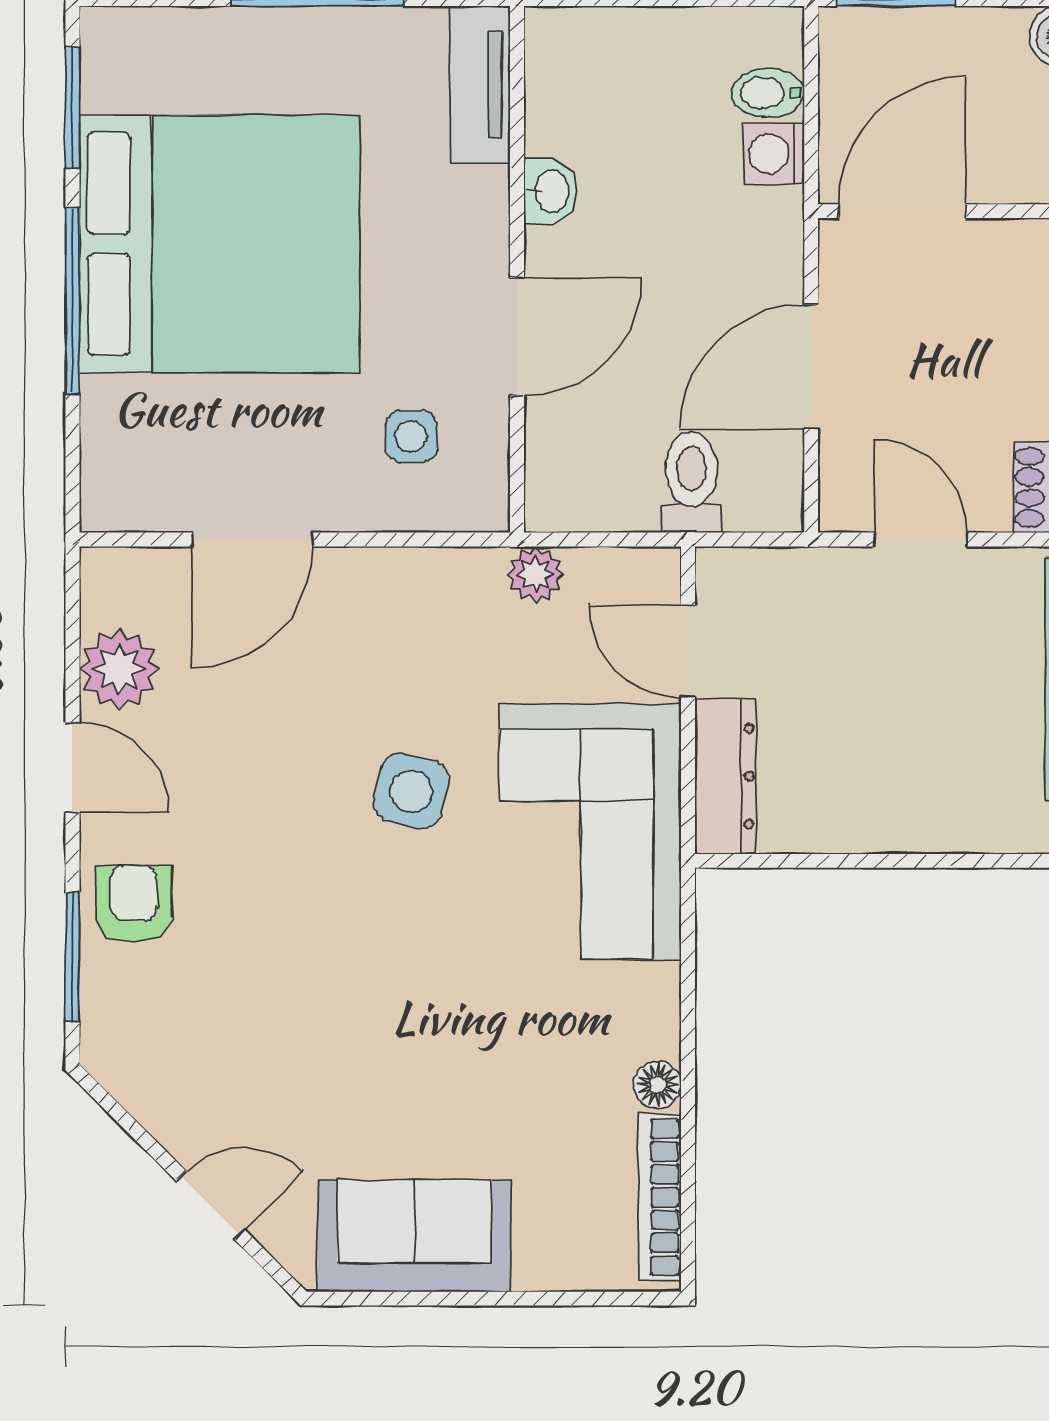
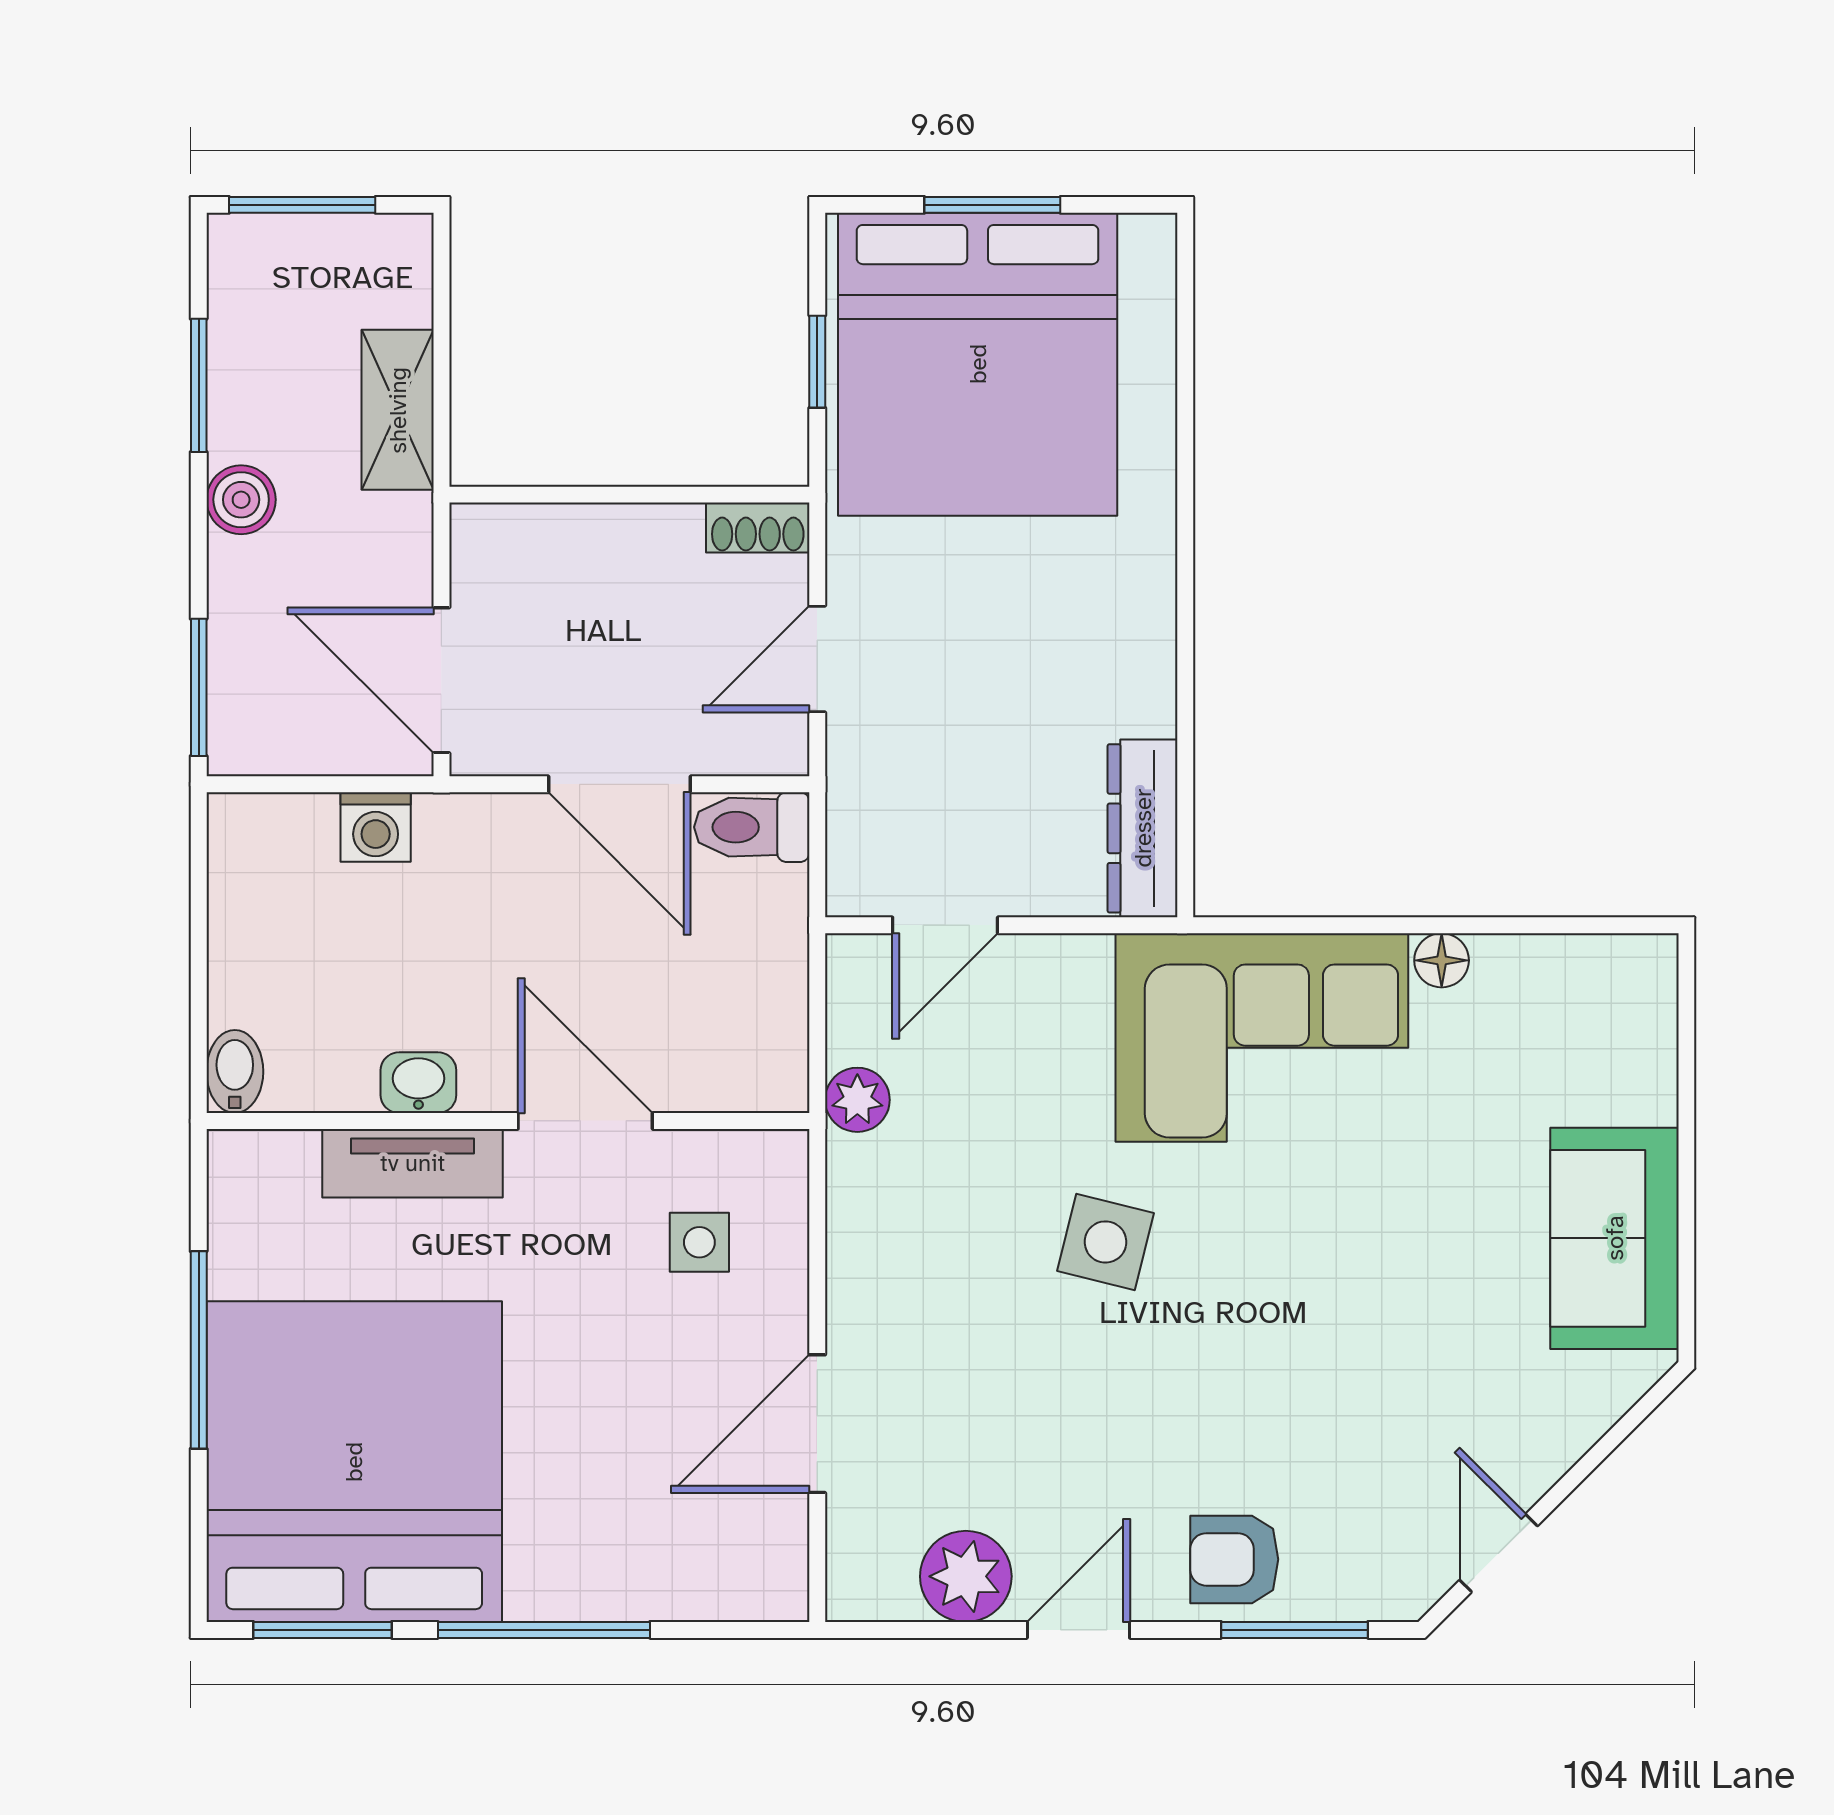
tv unit: (480, 85) -> (413, 1163), moved
bidet: (768, 93) -> (235, 1072), moved, turned 180
bed: (219, 244) -> (354, 1462), moved
toilet: (691, 482) -> (752, 827), moved
door: (253, 539) -> (817, 1424), swing flipped
dresser: (725, 776) -> (1143, 828), moved, turned -90
corner sofa: (590, 831) -> (1262, 1037), moved
bookcase: (660, 1197) -> (1570, 957), removed
door: (211, 1206) -> (1499, 1553), moved

